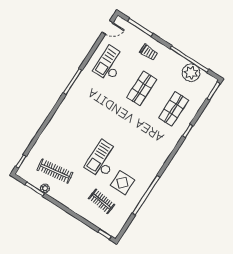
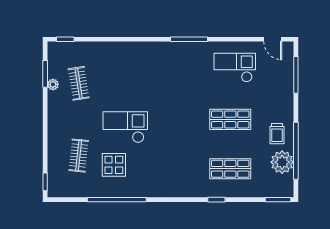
trolley: (149, 52) -> (277, 134), moved
clothes rail: (55, 171) -> (79, 83), width x0.73

